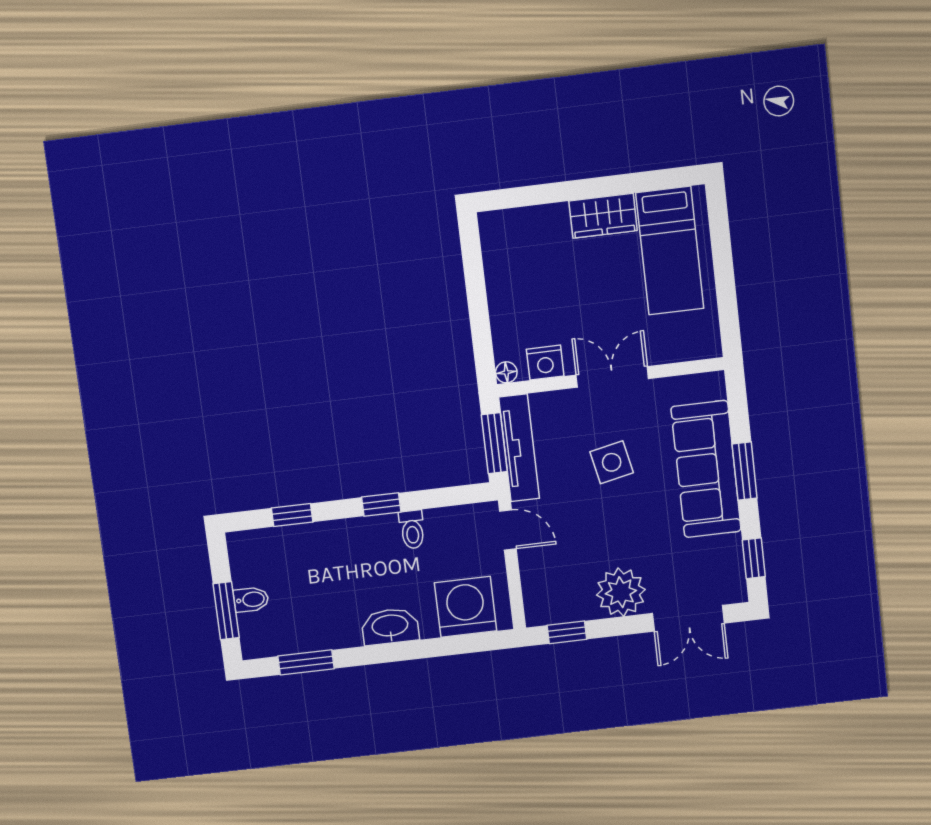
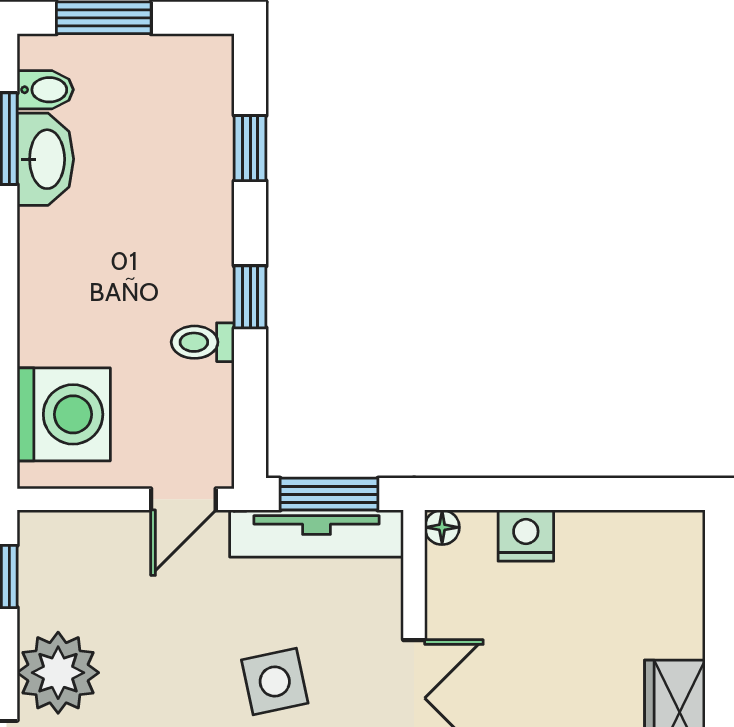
nightstand: (545, 363) -> (526, 536), moved, turned 90
bidet: (251, 600) -> (45, 90), moved, turned -90
washbasin: (390, 626) -> (45, 159), moved

